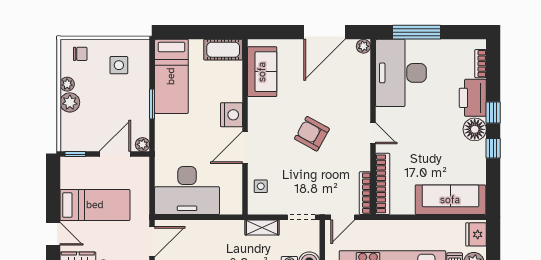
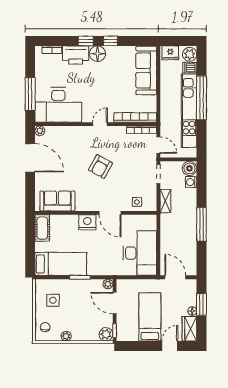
plant: (70, 102) -> (106, 334), moved

